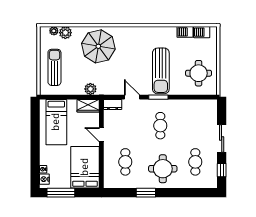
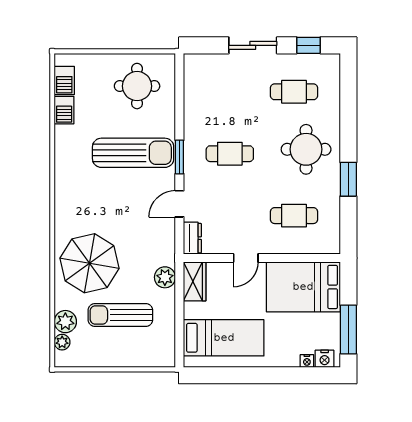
sun lounger: (54, 67) -> (120, 315), moved

